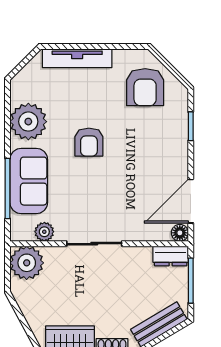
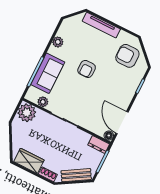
armchair: (145, 87) -> (127, 56), turned 90
plant: (28, 122) -> (58, 42), width x0.53, depth x0.53
door: (191, 201) -> (122, 123), hinge flipped

